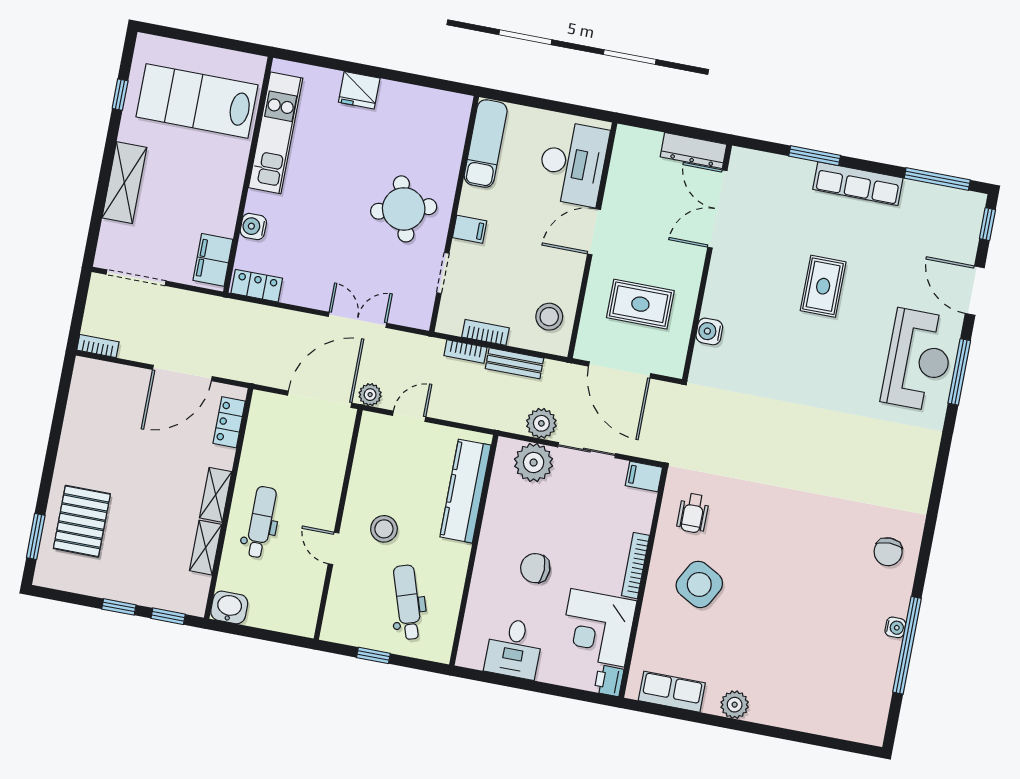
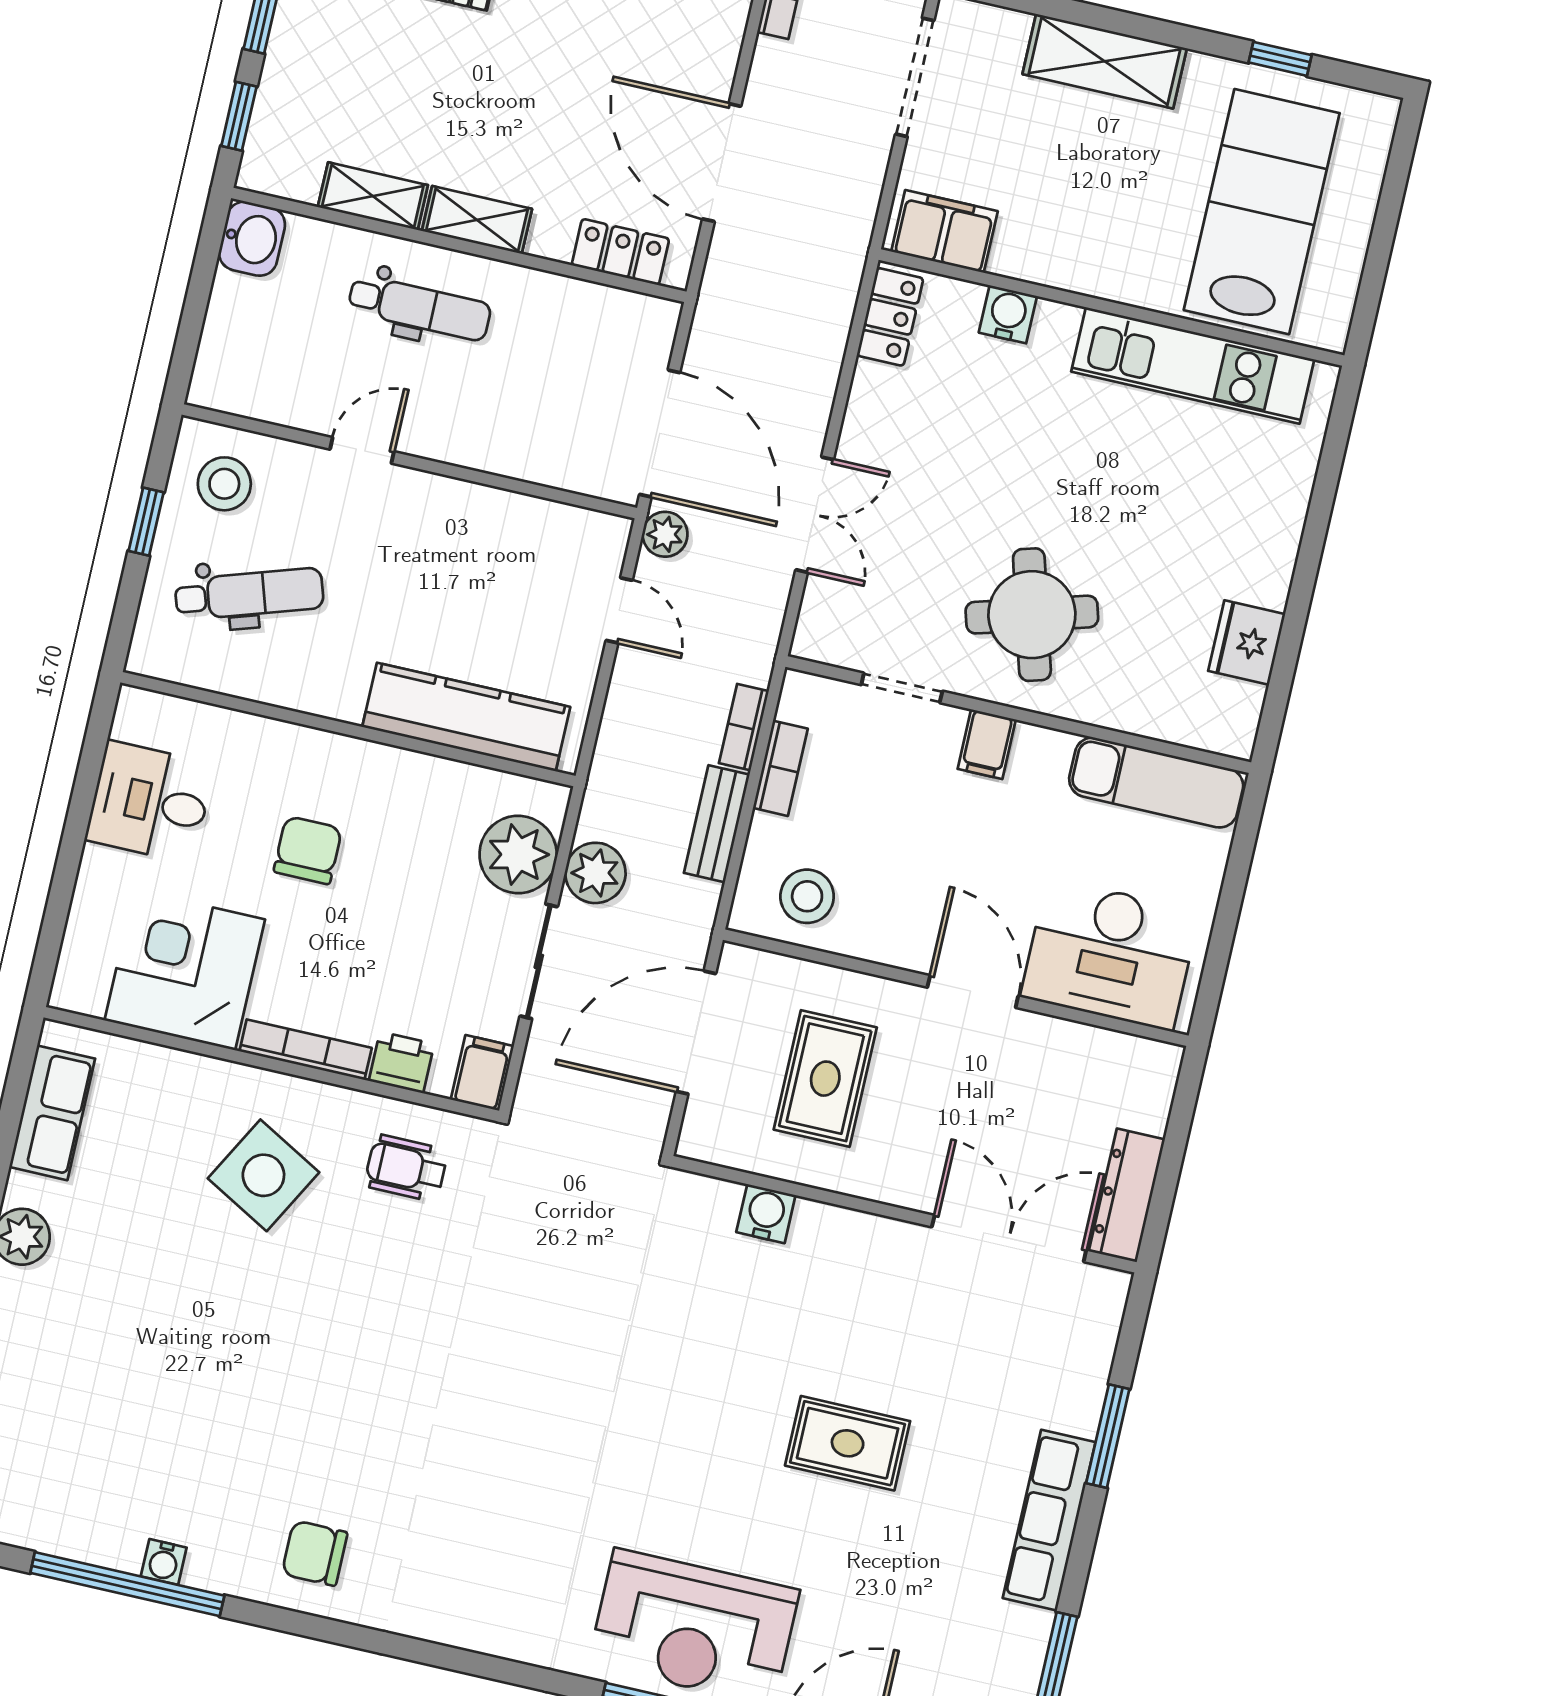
fridge: (359, 90) -> (1247, 643), moved
stool: (384, 529) -> (224, 484), moved
printer: (609, 681) -> (401, 1062), moved

